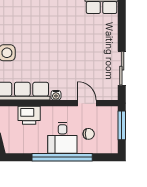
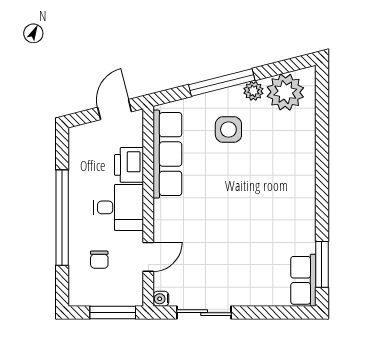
water cooler: (56, 95) -> (161, 299), moved
desk: (62, 138) -> (119, 207), moved, turned 180

